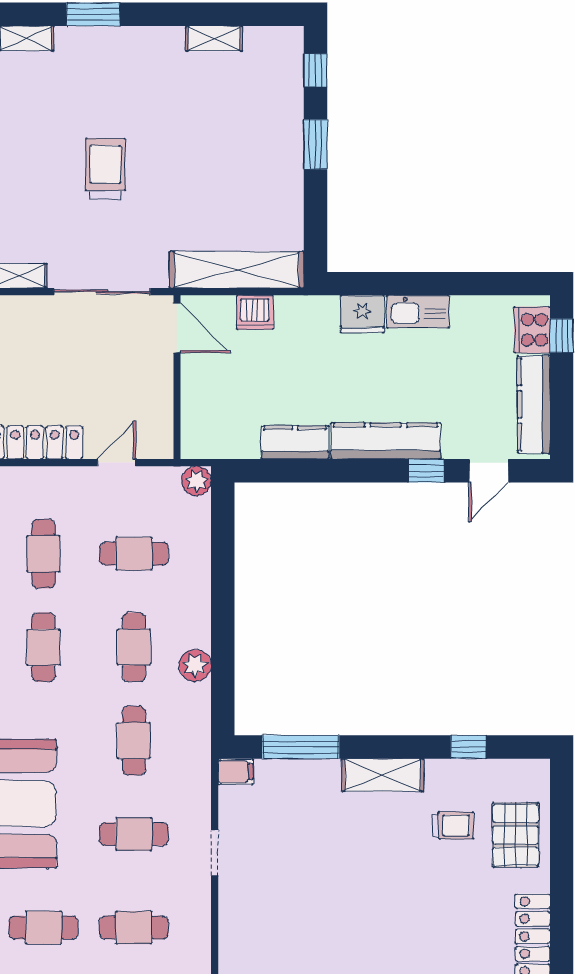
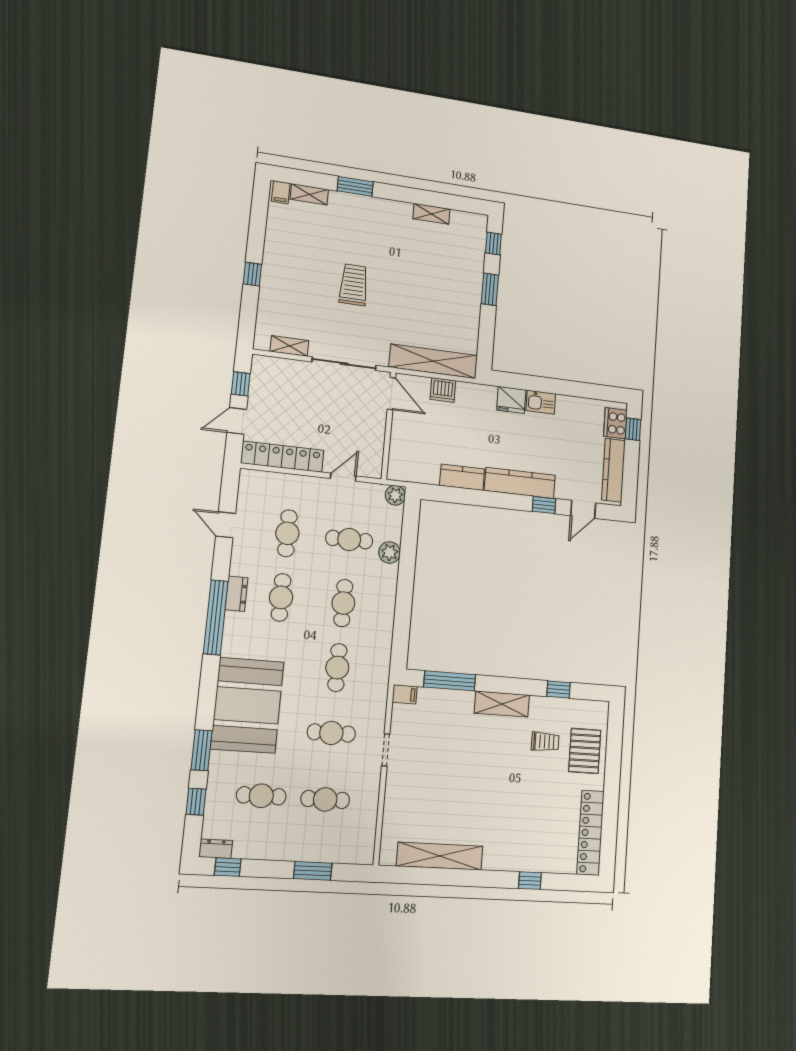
kitchen sink: (418, 312) -> (541, 402), width x0.73
plant: (195, 665) -> (390, 552), moved

